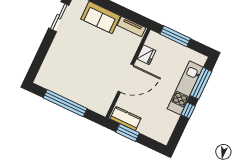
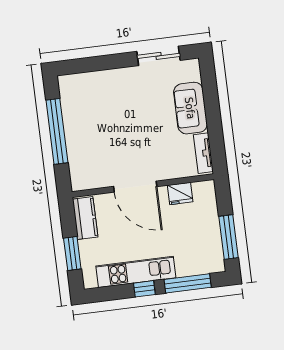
window: (175, 36) -> (228, 237), moved
kitchen unit: (185, 88) -> (136, 272), moved
window: (128, 133) -> (72, 253), moved

